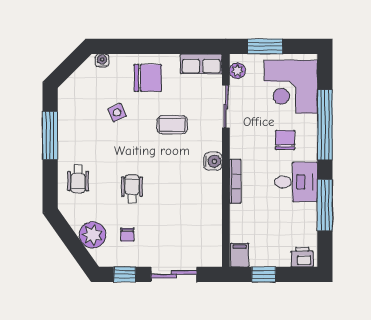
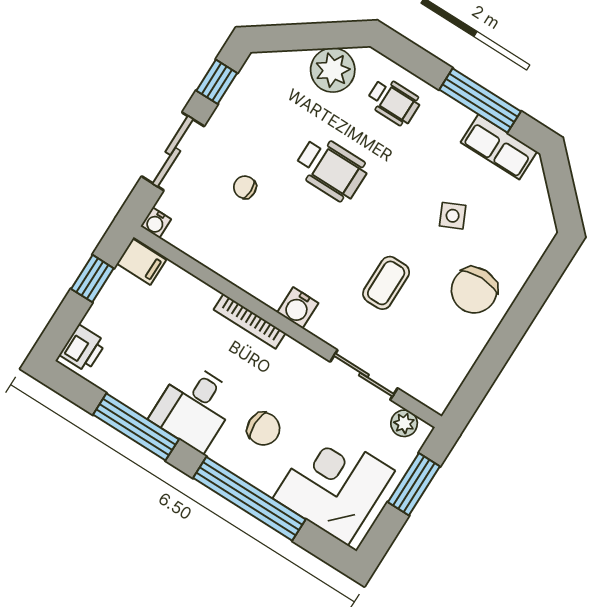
water cooler: (102, 61) -> (156, 223), moved, turned 90
row of seats: (201, 64) -> (499, 147), moved, turned -90
wheelchair: (78, 179) -> (394, 101), turned 180
wheelchair: (132, 189) -> (331, 169), width x1.36, depth x1.37
plant: (92, 235) -> (333, 70), moved
chair: (127, 235) -> (245, 187), moved

